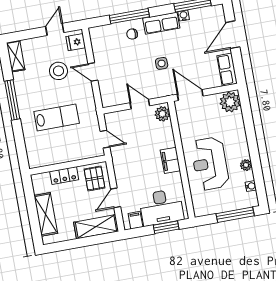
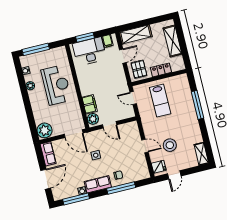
window: (12, 100) -> (198, 105), moved
lab bench: (57, 117) -> (160, 101), moved, turned -90
filing cabinet: (170, 160) -> (90, 104), moved

